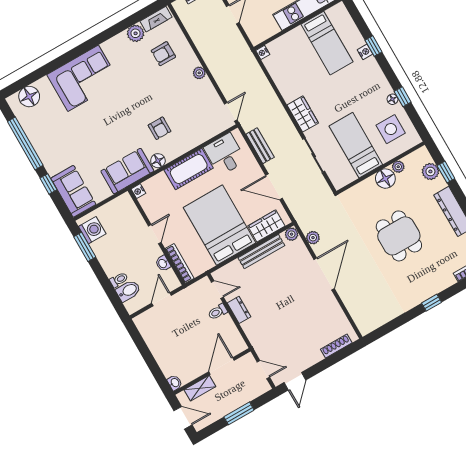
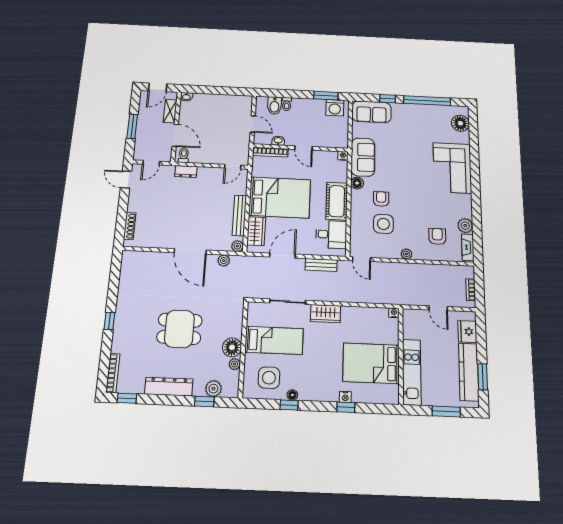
bed: (327, 43) -> (371, 363), width x1.50
side table: (183, 111) -> (383, 224), added
armchair: (160, 128) -> (381, 199), turned 90
dresser: (239, 310) -> (186, 172), moved
toilet: (218, 312) -> (184, 155), moved

